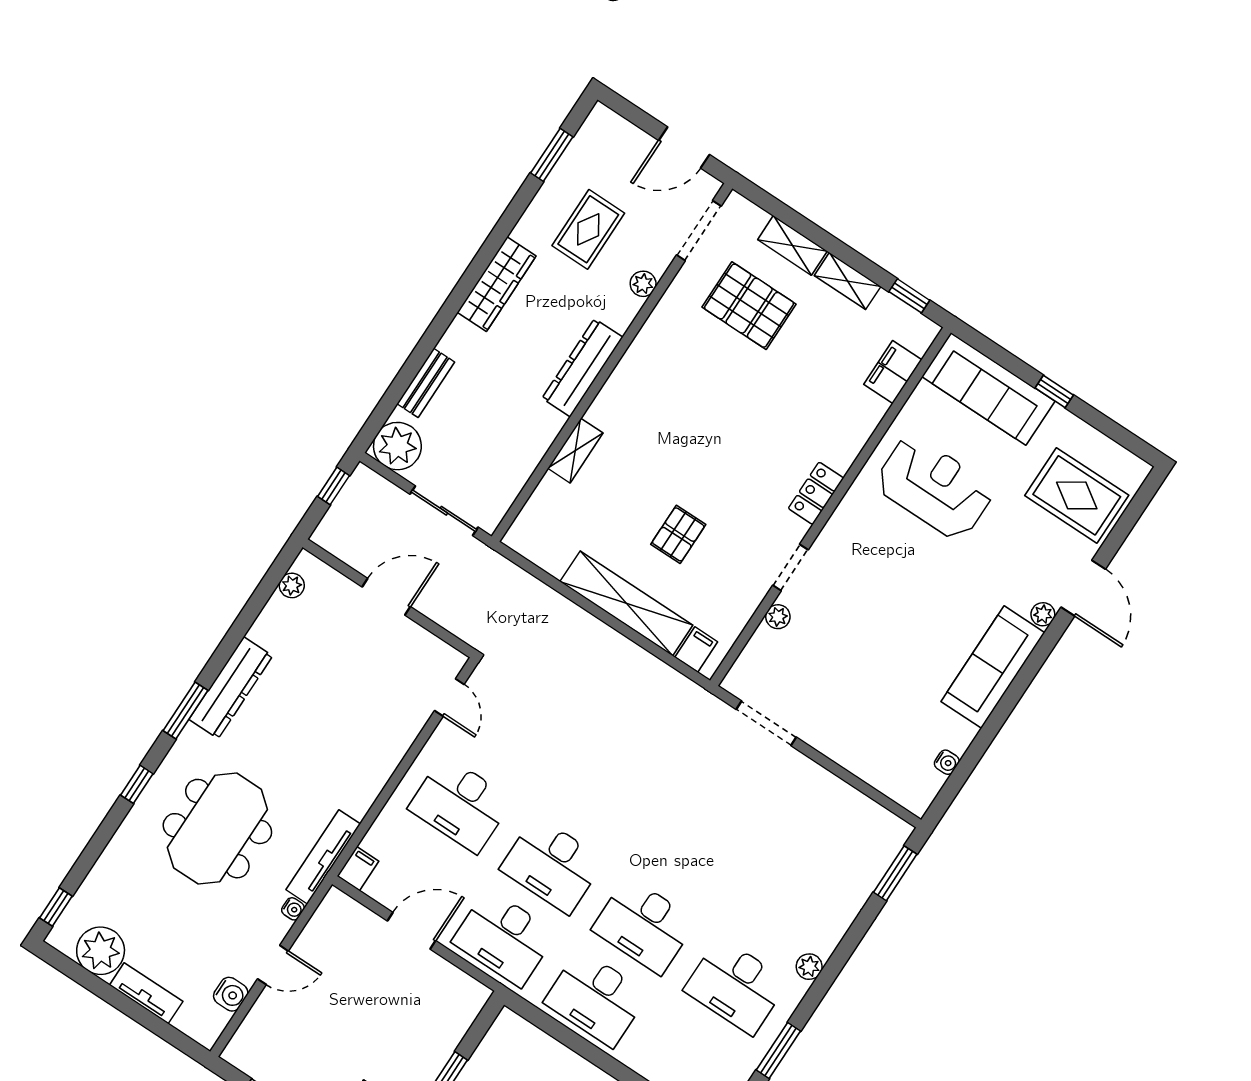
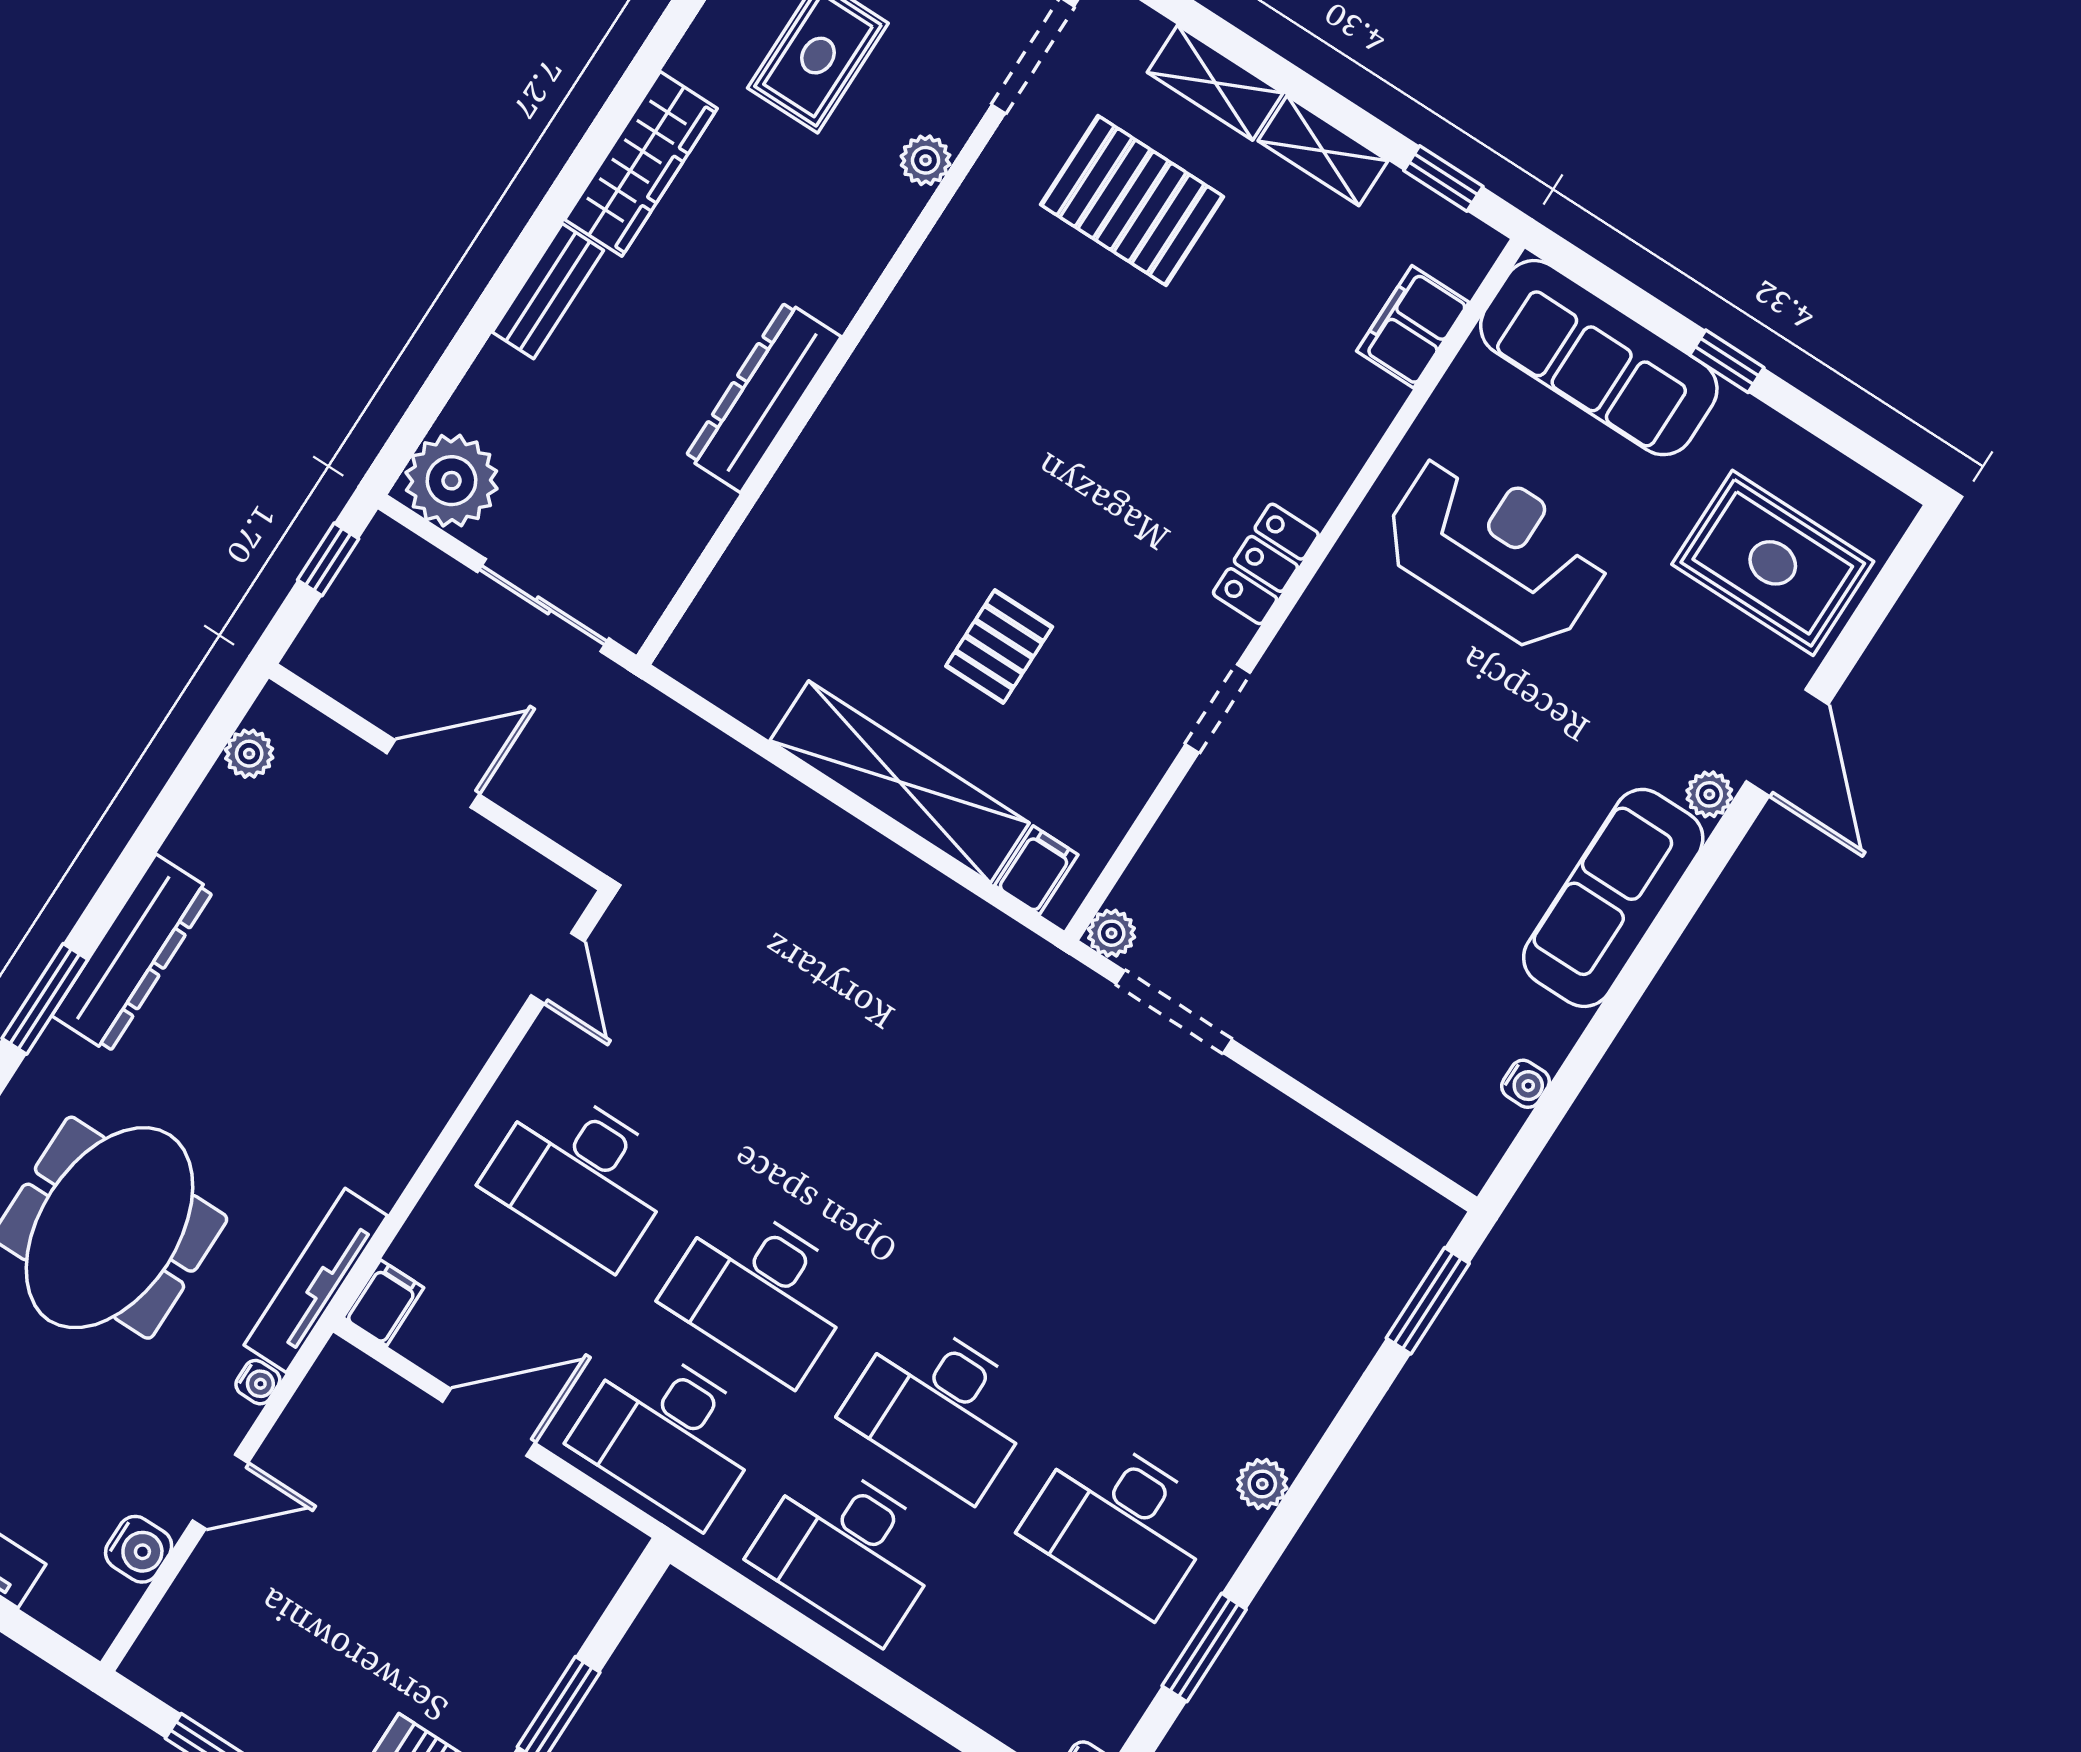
dresser: (582, 368) -> (763, 397), moved
bench: (426, 383) -> (548, 291), moved
shelving: (575, 451) -> (798, 486), removed
plant: (778, 617) -> (1111, 933), moved

